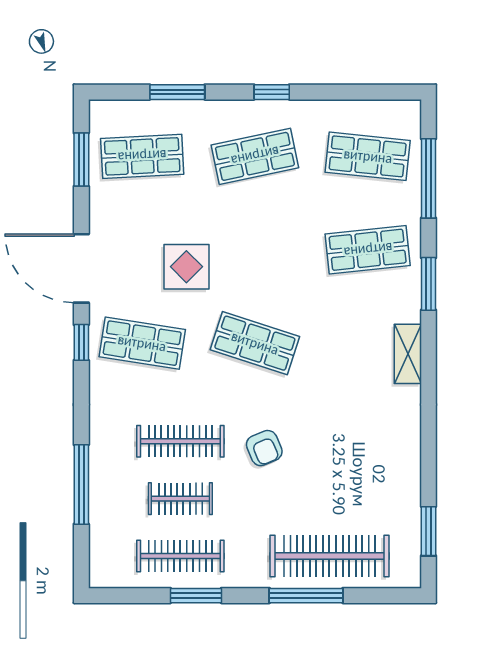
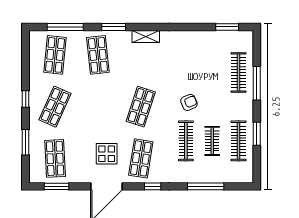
shop shelf: (255, 156) -> (55, 107), turned 36
display table: (186, 267) -> (107, 154), moved
window: (81, 342) -> (153, 186), moved
clothes rail: (329, 556) -> (239, 72), width x0.73, depth x0.76

